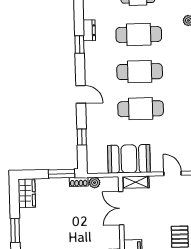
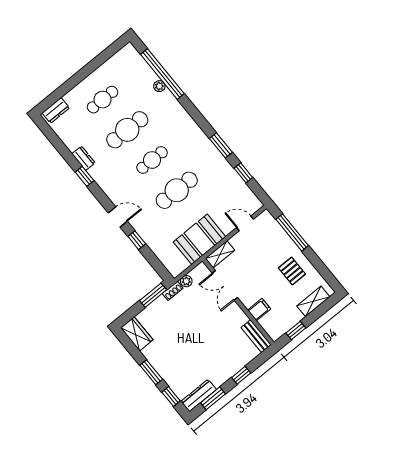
cafe table: (140, 72) -> (152, 160), width x0.73, depth x0.74
window: (82, 137) -> (137, 240), moved

